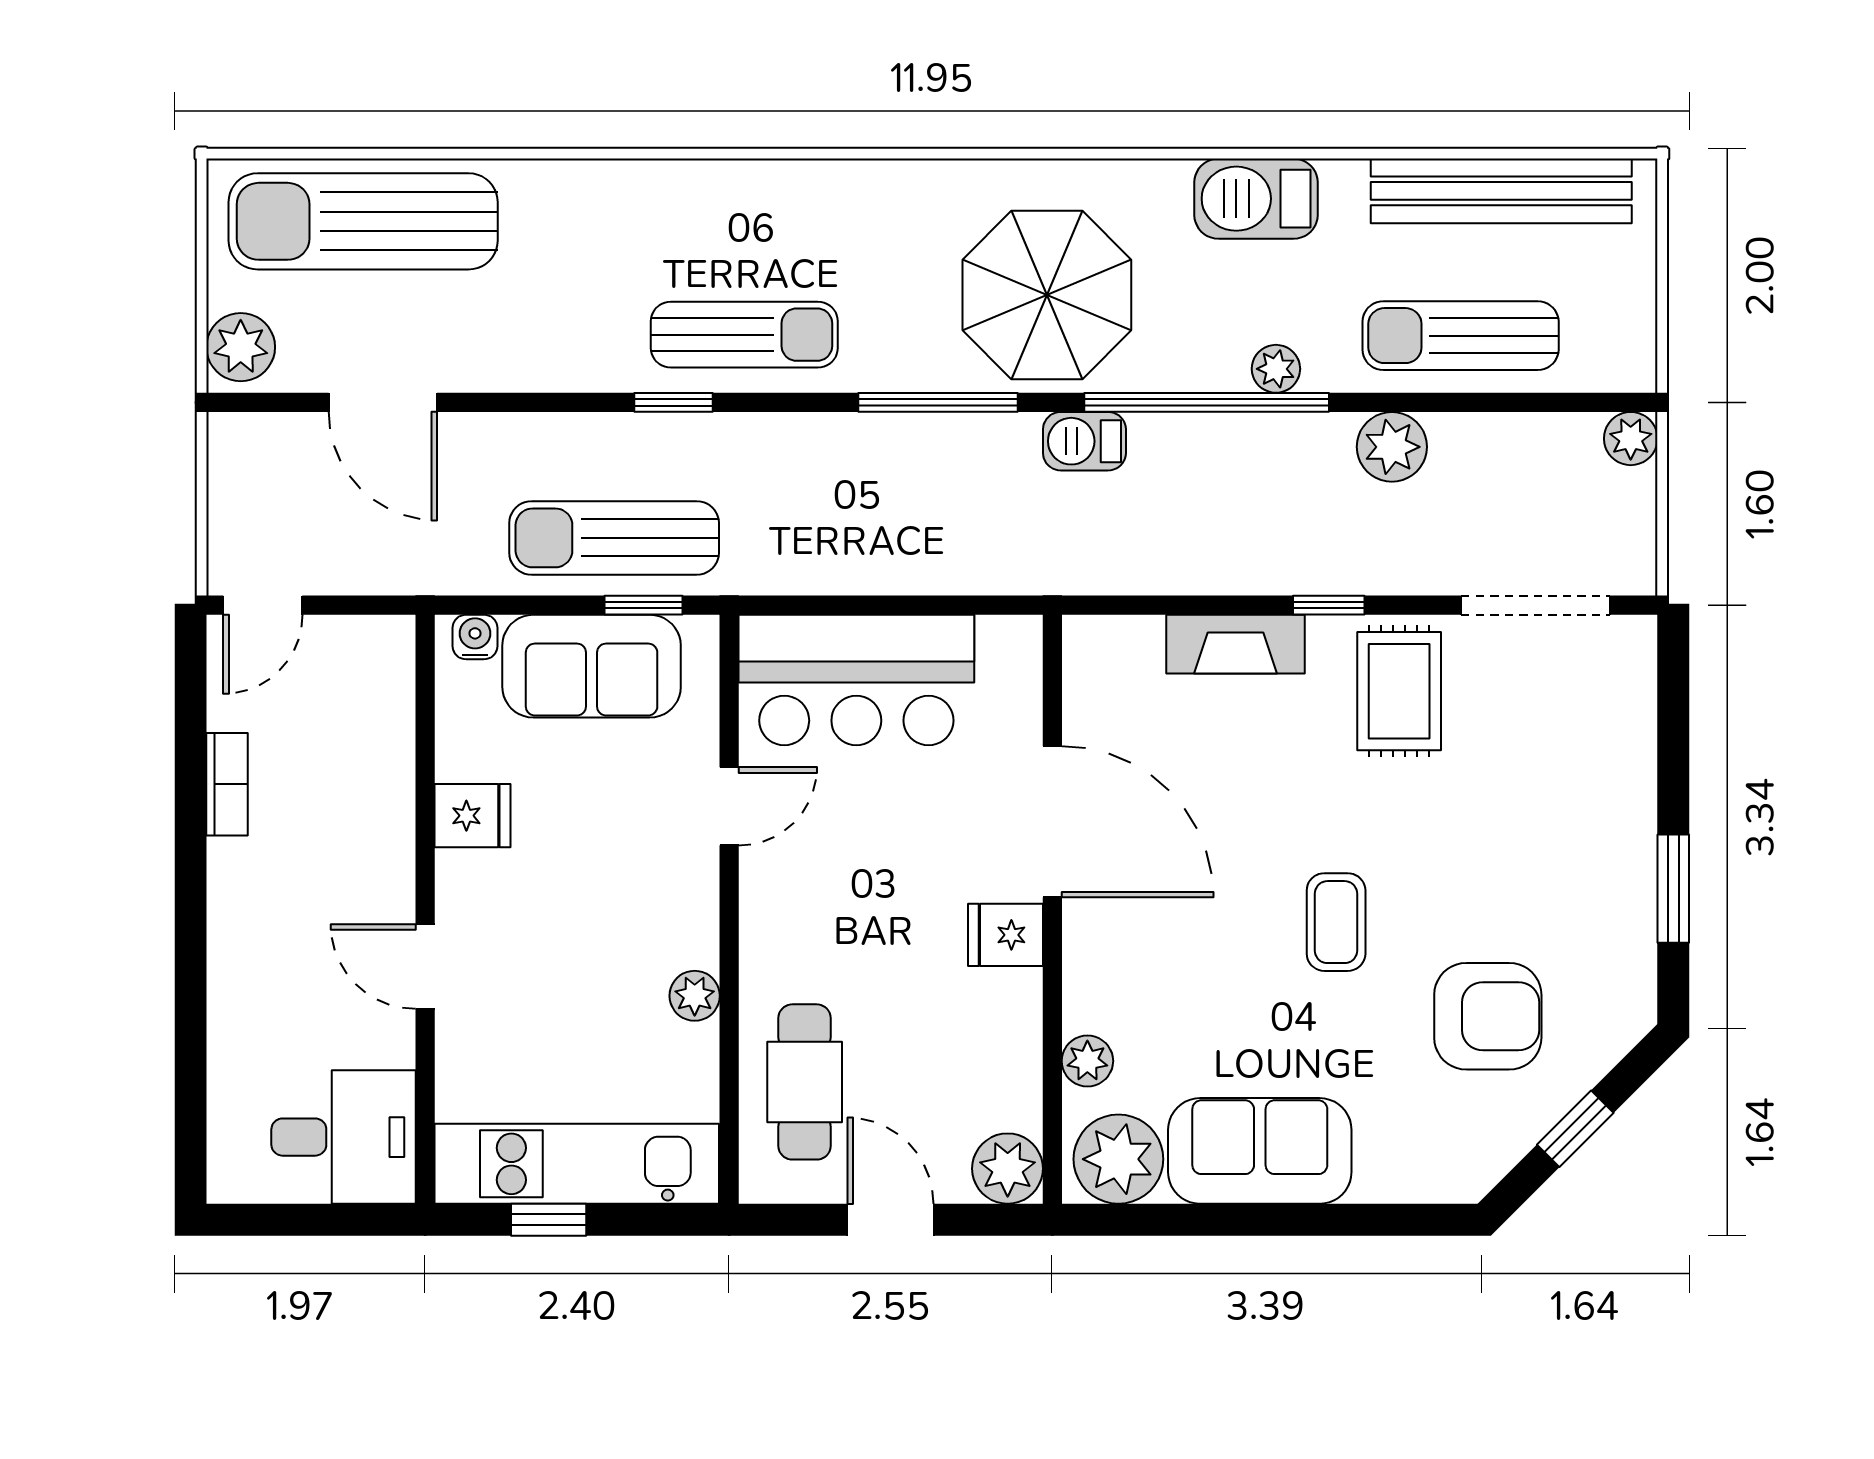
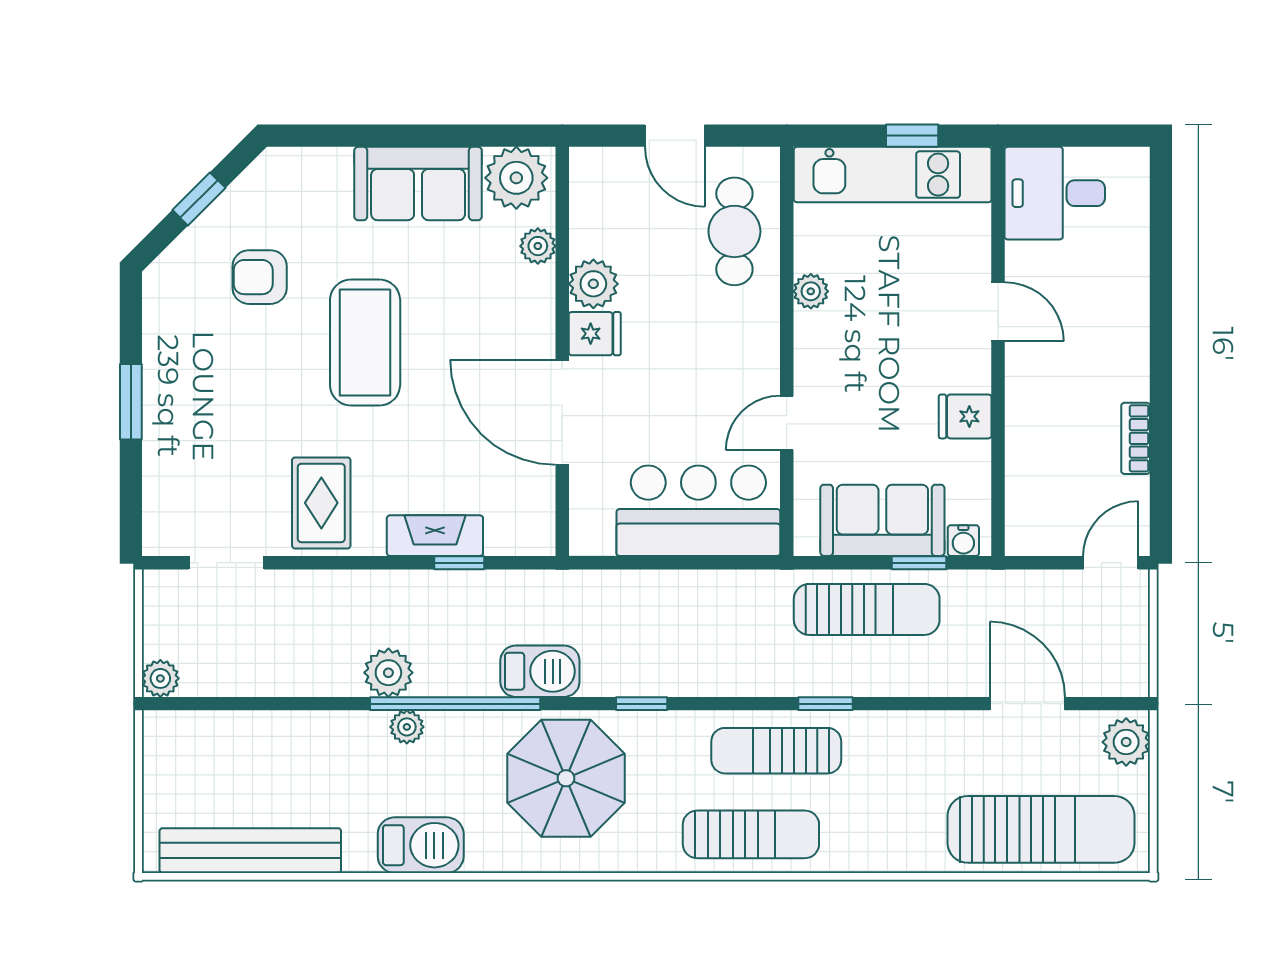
sun lounger: (1461, 336) -> (751, 834), moved
window: (938, 402) -> (642, 704), width x0.46
barbecue: (1084, 441) -> (540, 671), width x1.38, depth x1.27
plant: (1392, 447) -> (388, 673), moved
window: (643, 605) -> (919, 563), moved
window: (1329, 605) -> (459, 563), moved
doorway: (1536, 605) -> (226, 563), width x0.73
window: (1673, 889) -> (131, 402), moved
coffee table: (1336, 922) -> (365, 342), width x1.86, depth x1.72
armchair: (1488, 1016) -> (260, 277), width x0.72, depth x0.72
plant: (1008, 1169) -> (593, 284), moved

